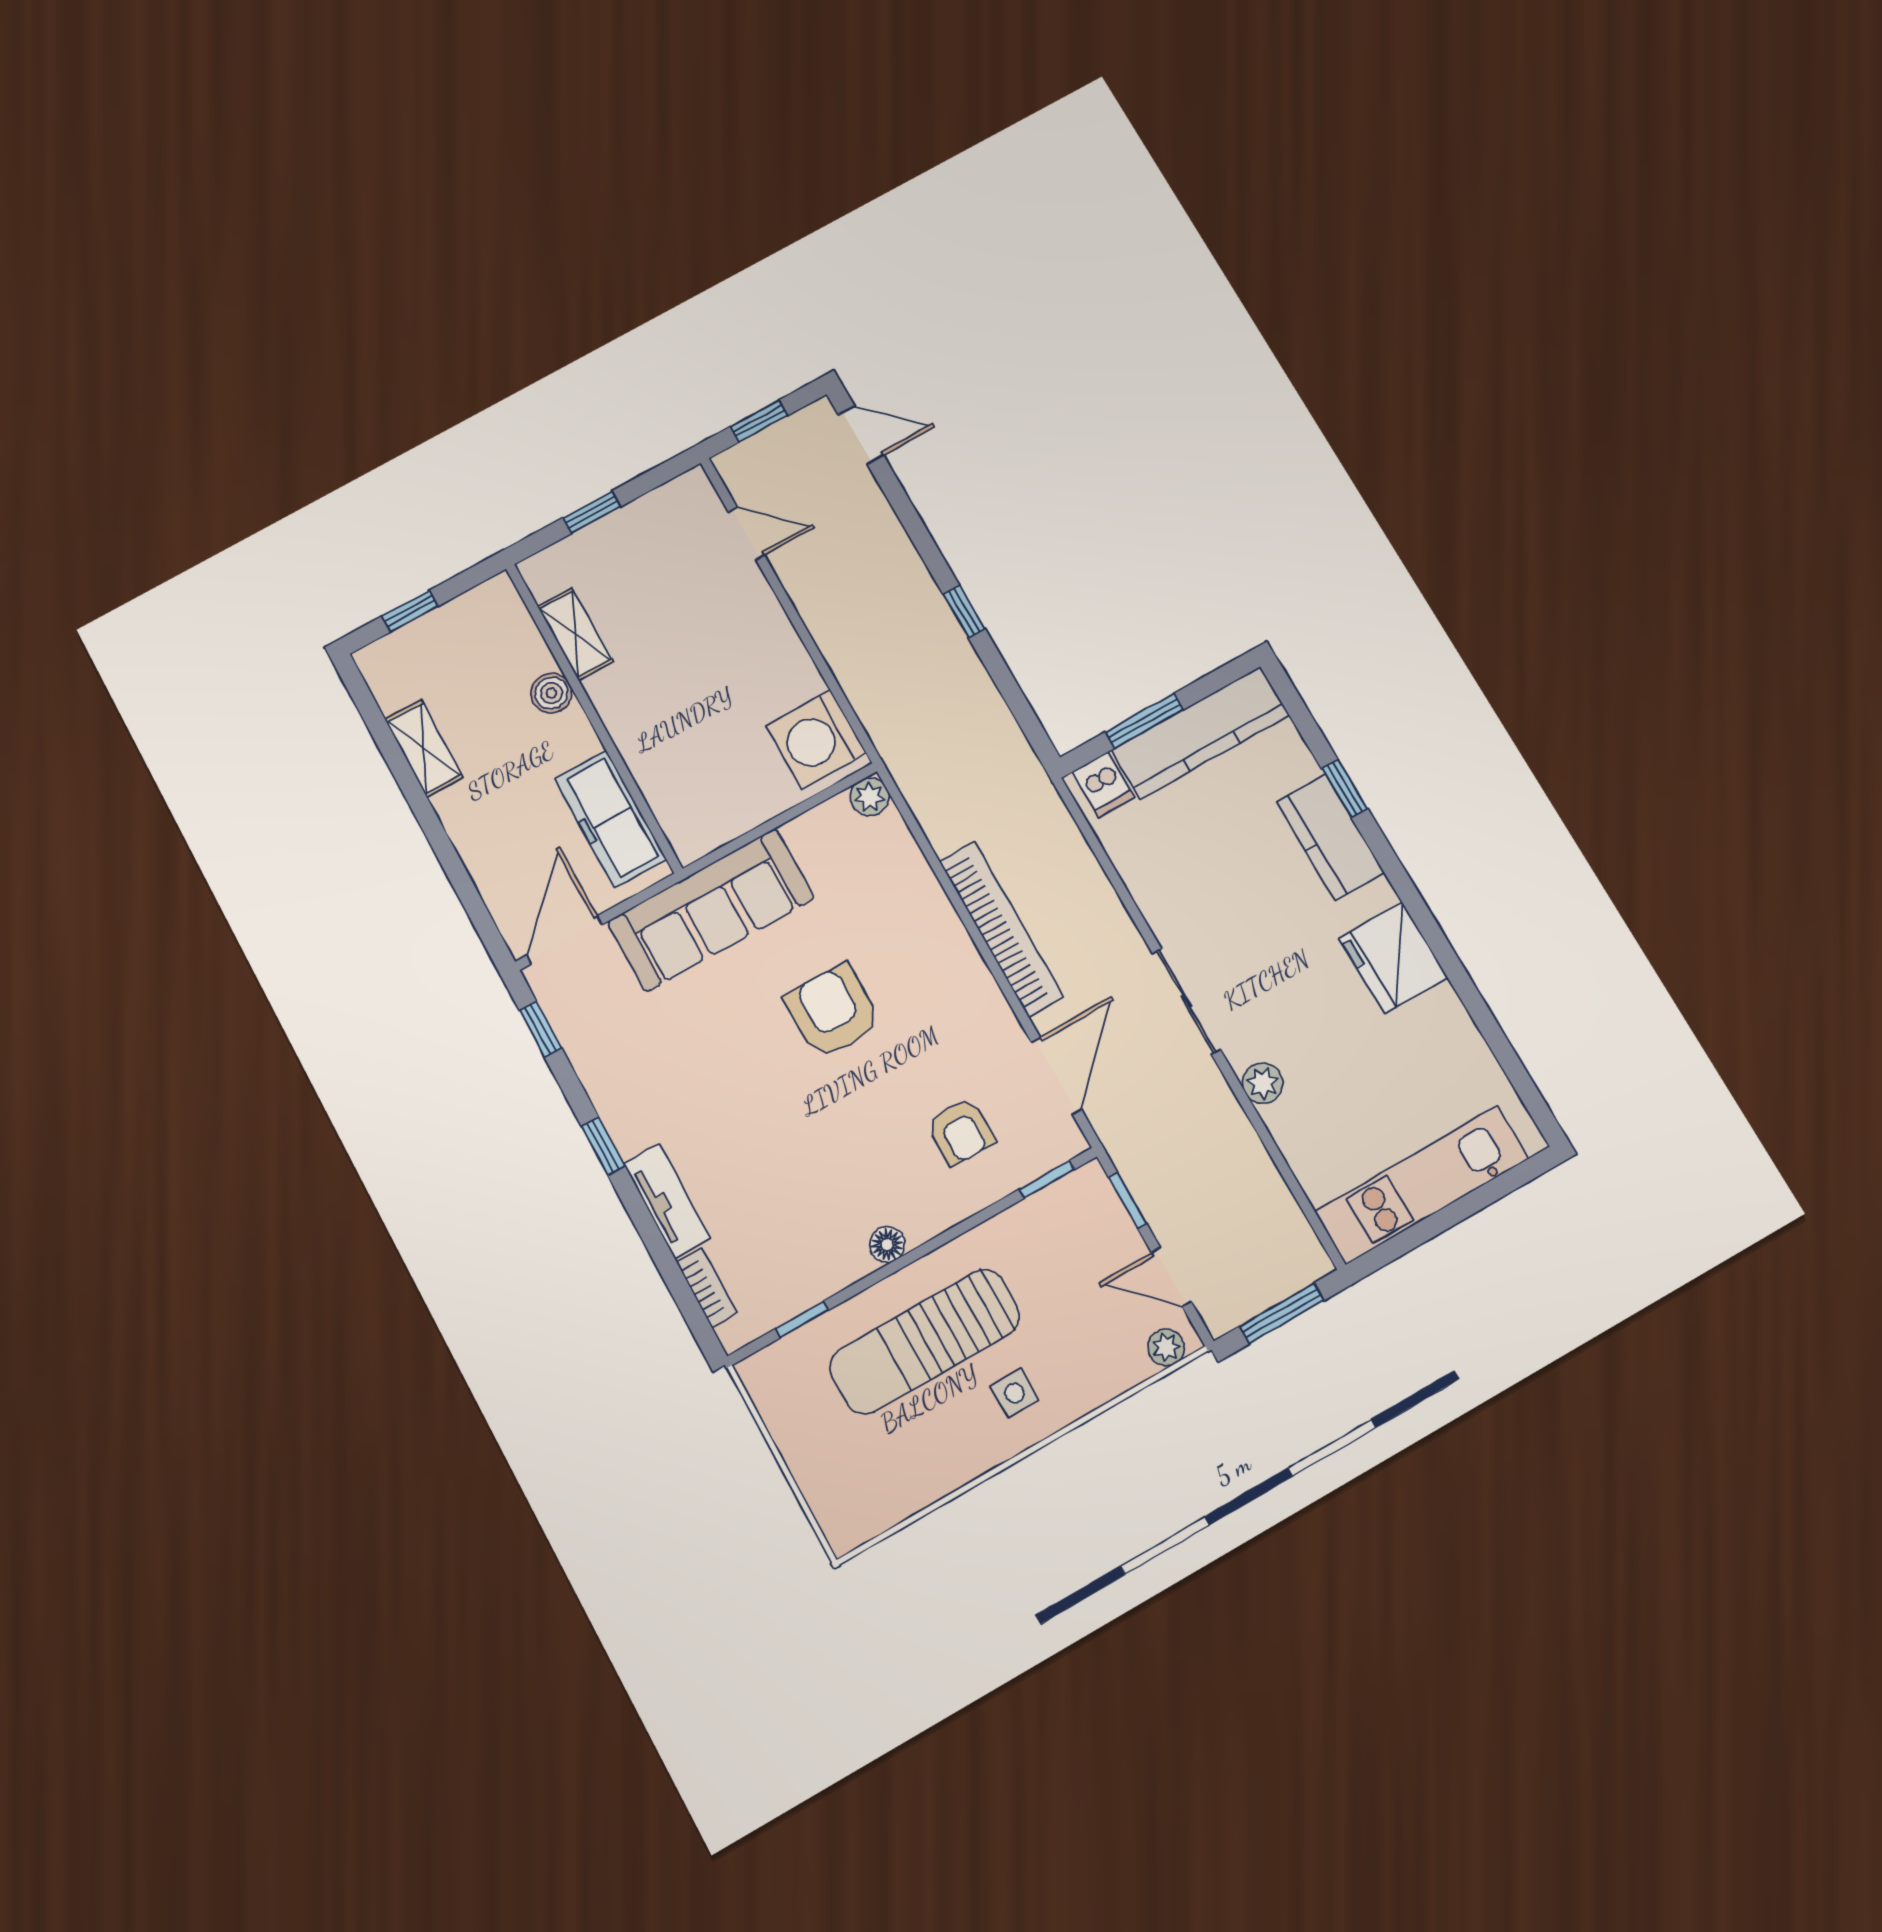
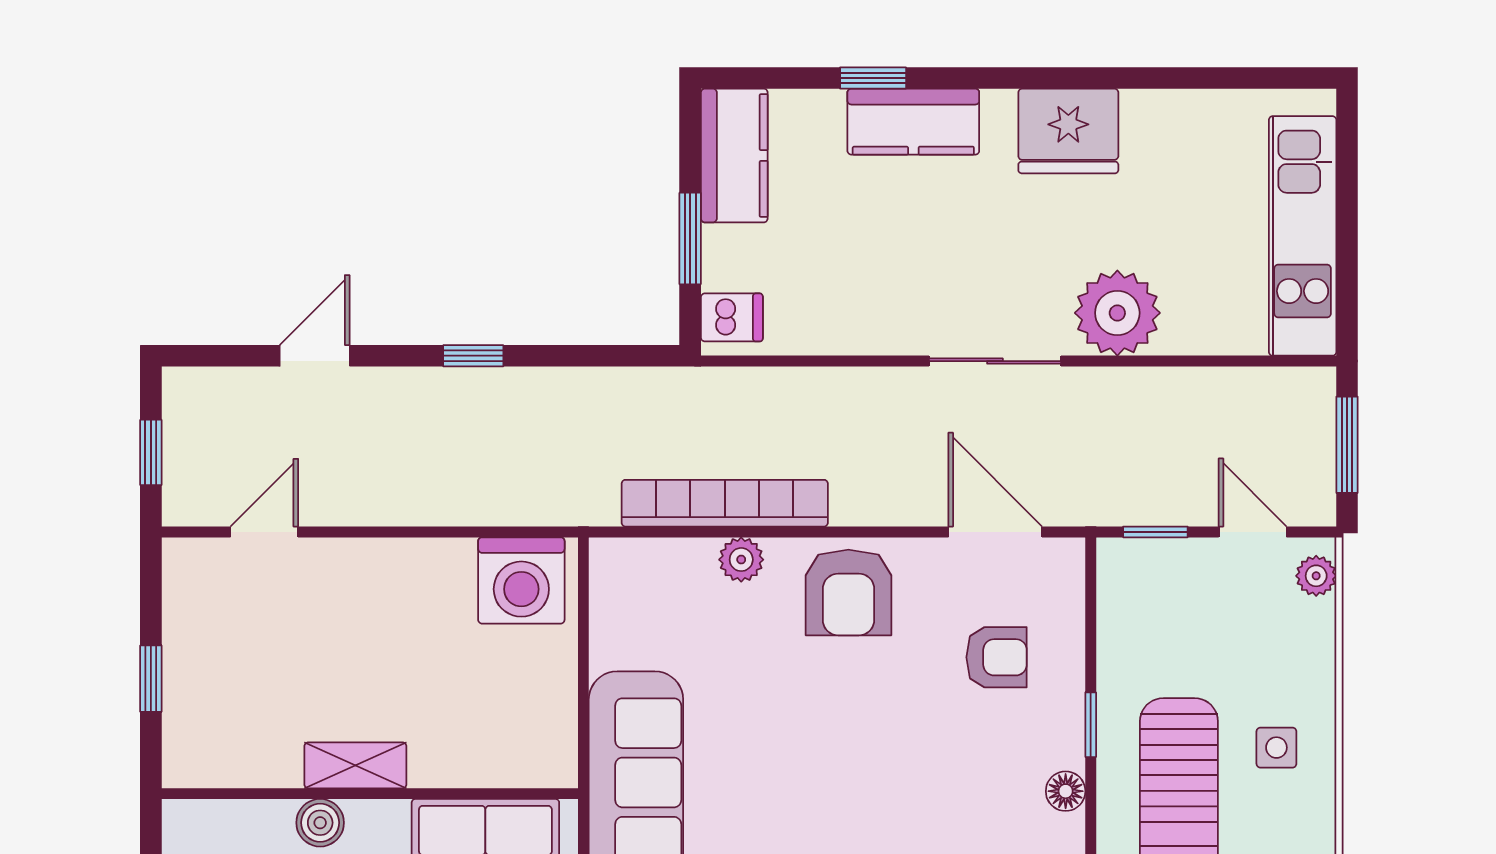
door: (861, 435) -> (315, 356), moved
shelving: (575, 634) -> (355, 765), moved
kitchen counter: (1200, 733) -> (734, 156), width x0.67
plant: (870, 797) -> (741, 560), moved
bookcase: (1001, 929) -> (725, 503), moved
armchair: (833, 1011) -> (848, 592), moved, turned -90
plant: (1263, 1083) -> (1117, 313), width x1.87, depth x1.87
window: (1047, 1179) -> (1091, 725), moved
door: (1171, 1277) -> (1253, 532), swing flipped

